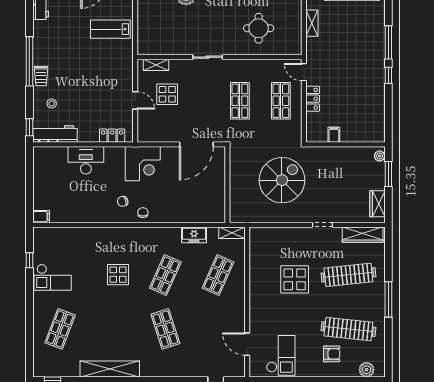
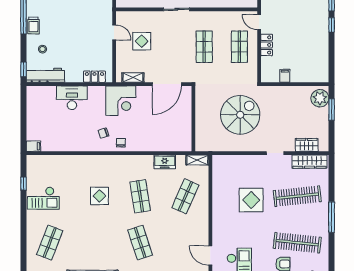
shelving: (156, 65) -> (133, 78), moved
door: (135, 100) -> (114, 32), moved
plant: (380, 156) -> (320, 98), width x1.88, depth x1.88
wardrobe: (377, 204) -> (307, 145), moved, turned 90
shop shelf: (165, 275) -> (140, 196), turned -33

